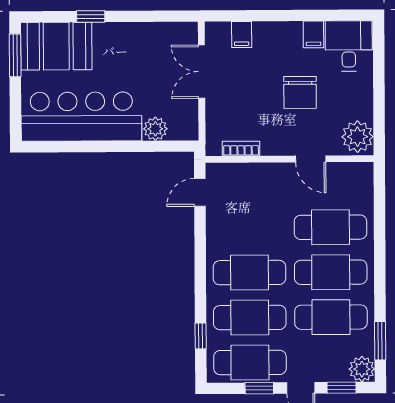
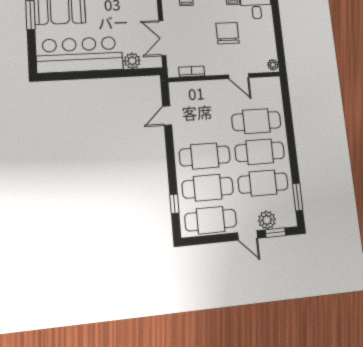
double door: (202, 72) -> (162, 38), moved
chair: (300, 92) -> (227, 33), turned 180
plant: (358, 137) -> (273, 65), width x0.53, depth x0.53
door: (200, 192) -> (167, 116), moved
plant: (362, 369) -> (267, 220), moved
window: (259, 388) -> (219, 238), removed

